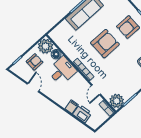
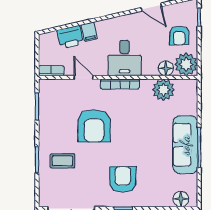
armchair: (105, 44) -> (94, 126), moved
desk: (62, 71) -> (125, 58), moved
plant: (117, 101) -> (163, 90), moved

